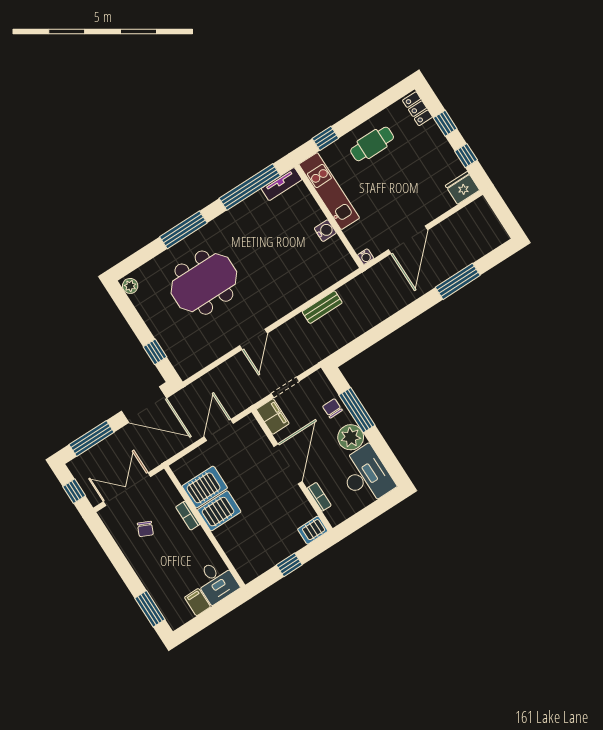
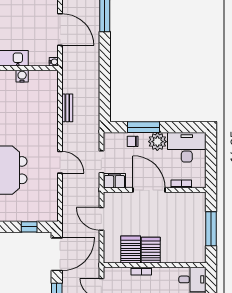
server rack: (313, 530) -> (199, 201), removed
window: (289, 565) -> (211, 229), width x2.17

